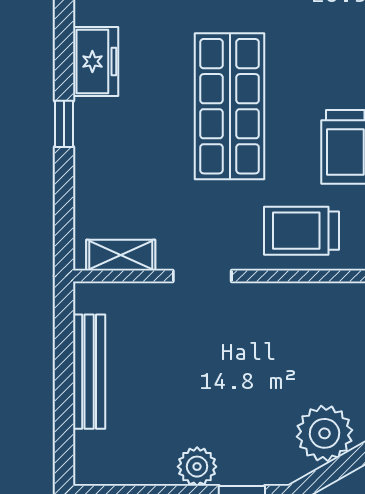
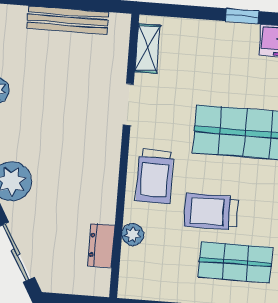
trolley: (301, 231) -> (155, 176), turned 180

